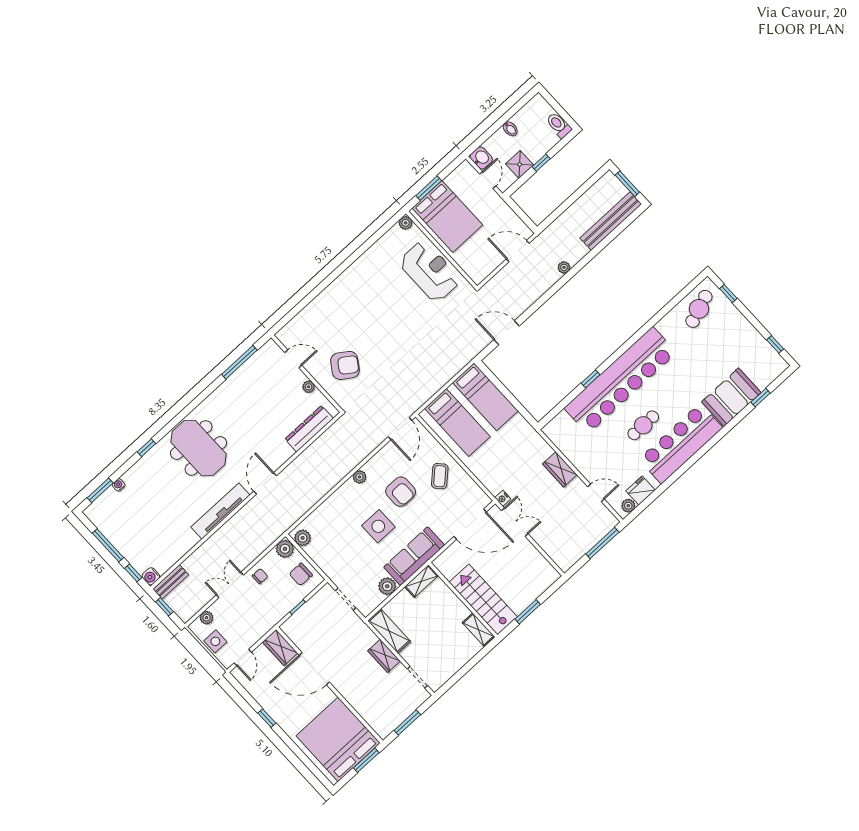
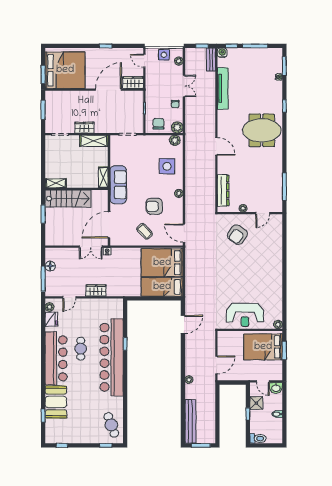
bed: (457, 423) -> (162, 263), width x1.50
tv unit: (220, 511) -> (223, 88), moved
side table: (378, 526) -> (167, 166), moved
floor lamp: (580, 548) -> (50, 266), added
plant: (387, 586) -> (116, 159), removed

